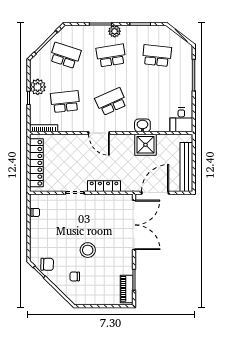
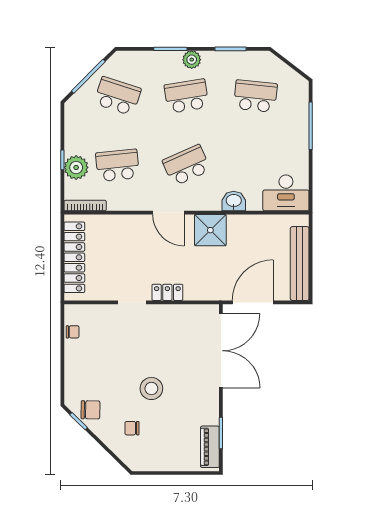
plant: (38, 87) -> (76, 167), moved
desk: (181, 120) -> (286, 193), width x1.37
shower: (145, 145) -> (210, 230), moved
locker: (104, 186) -> (167, 292), width x0.66

